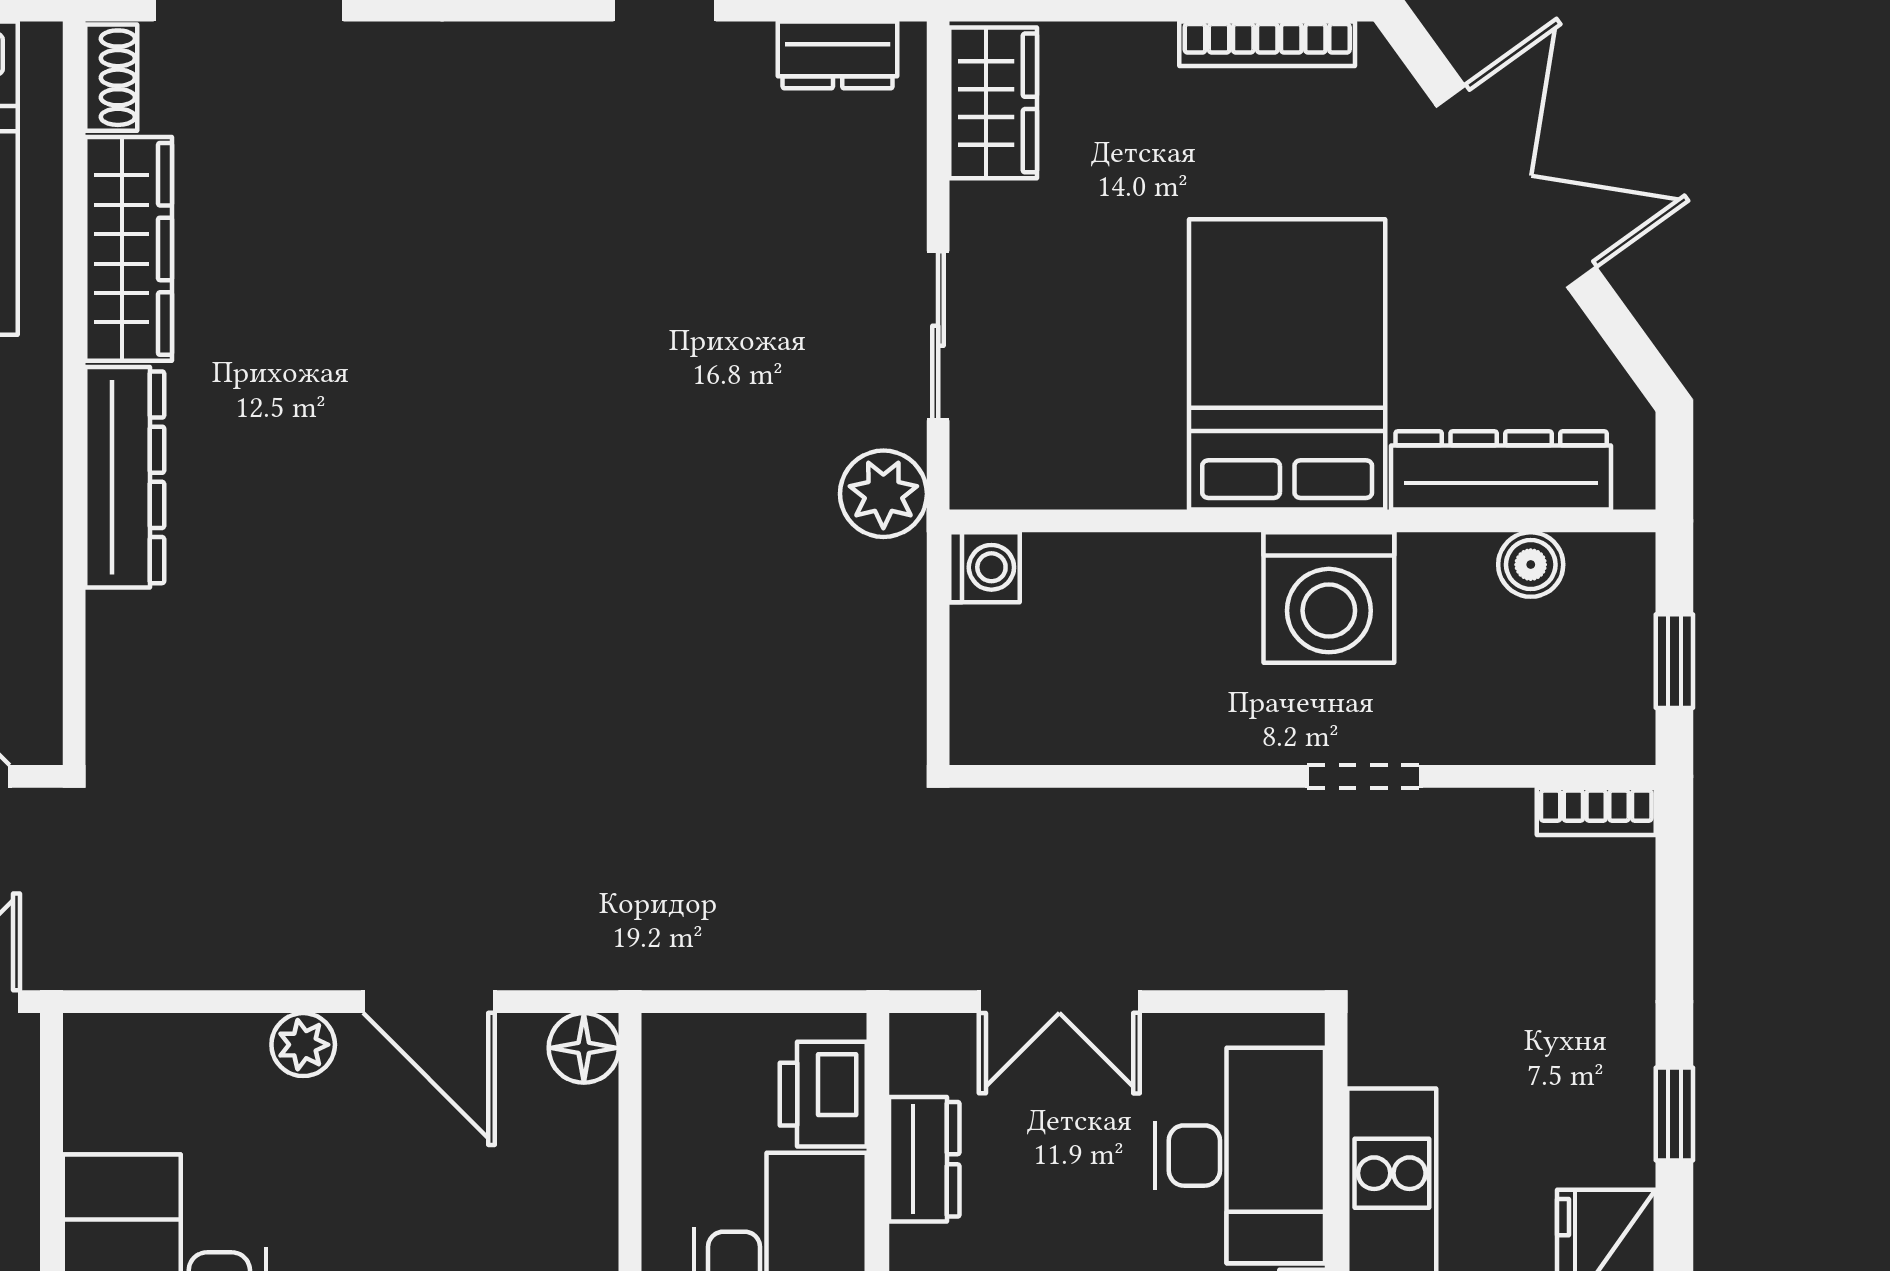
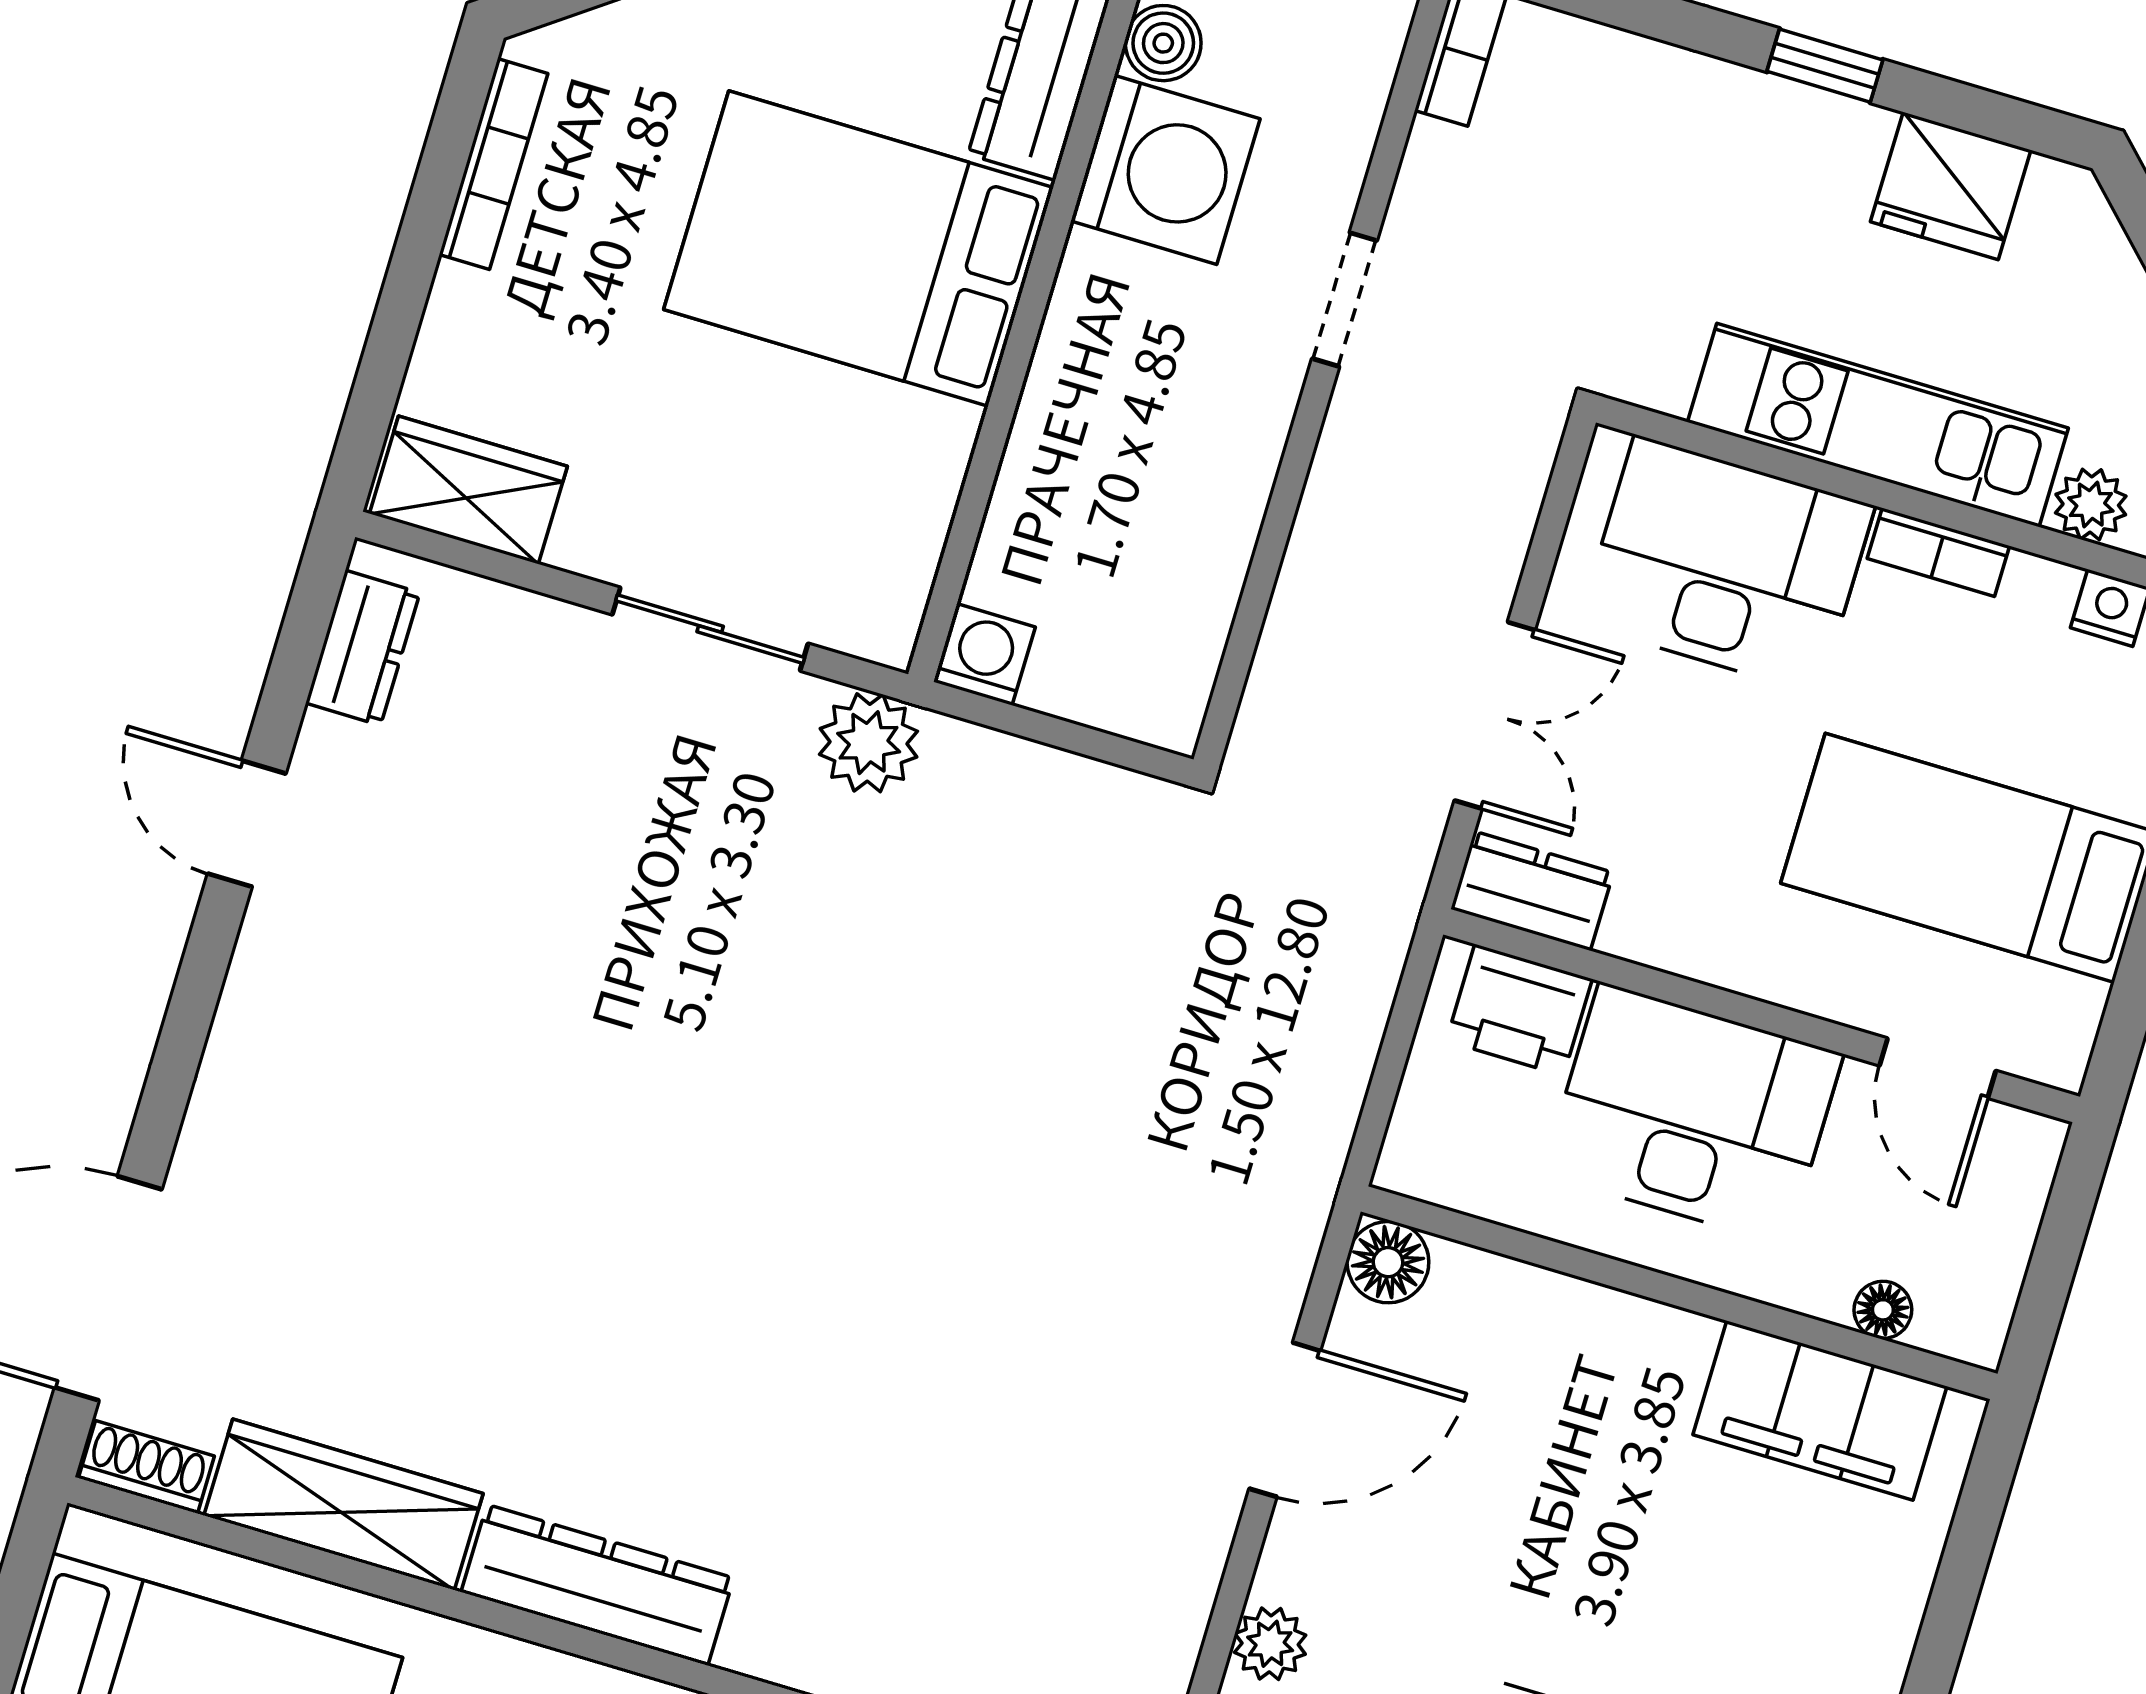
washing machine: (1329, 597) -> (1165, 170), moved
plant: (303, 1045) -> (1270, 1644), moved
dresser: (924, 1159) -> (1532, 891), moved

